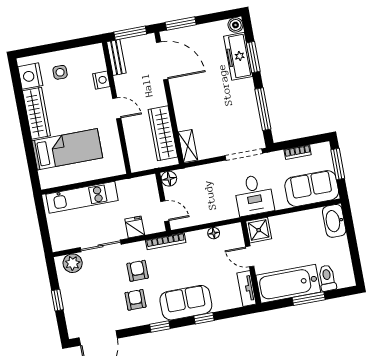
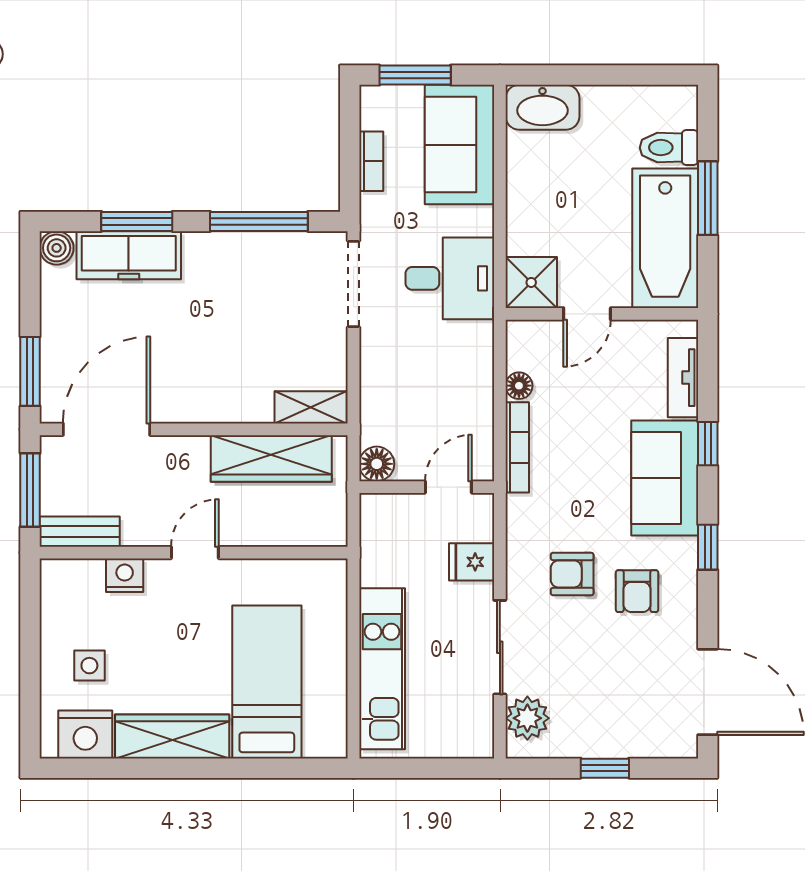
bookcase: (166, 241) -> (517, 447), moved
tv unit: (246, 289) -> (683, 378), moved, turned 90
armchair: (135, 300) -> (637, 591), turned -90

